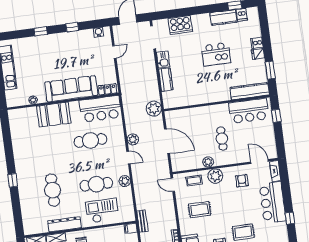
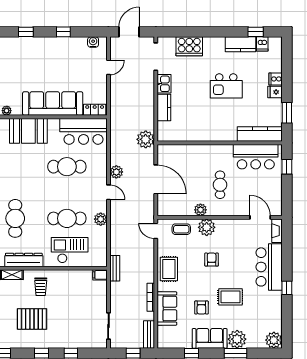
armchair: (242, 181) -> (212, 260), moved
rug: (200, 210) -> (169, 269), moved, turned 90

